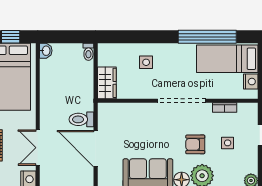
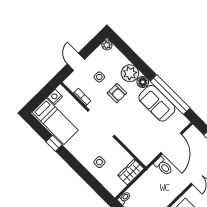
window: (207, 37) -> (54, 143), width x0.32

